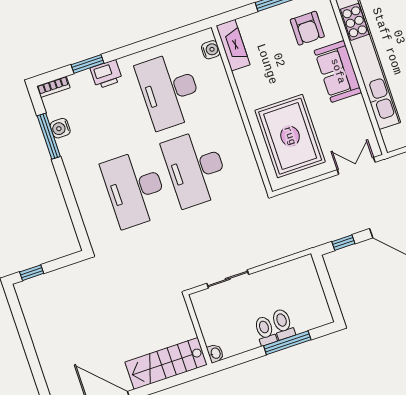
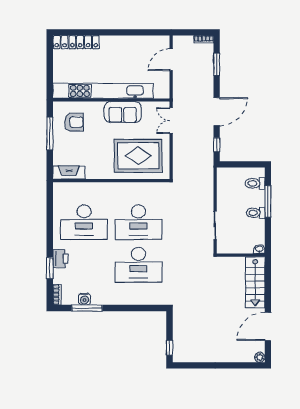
water cooler: (211, 50) -> (67, 188), removed
sofa: (338, 71) -> (123, 112), moved
toilet: (283, 324) -> (255, 183), moved

